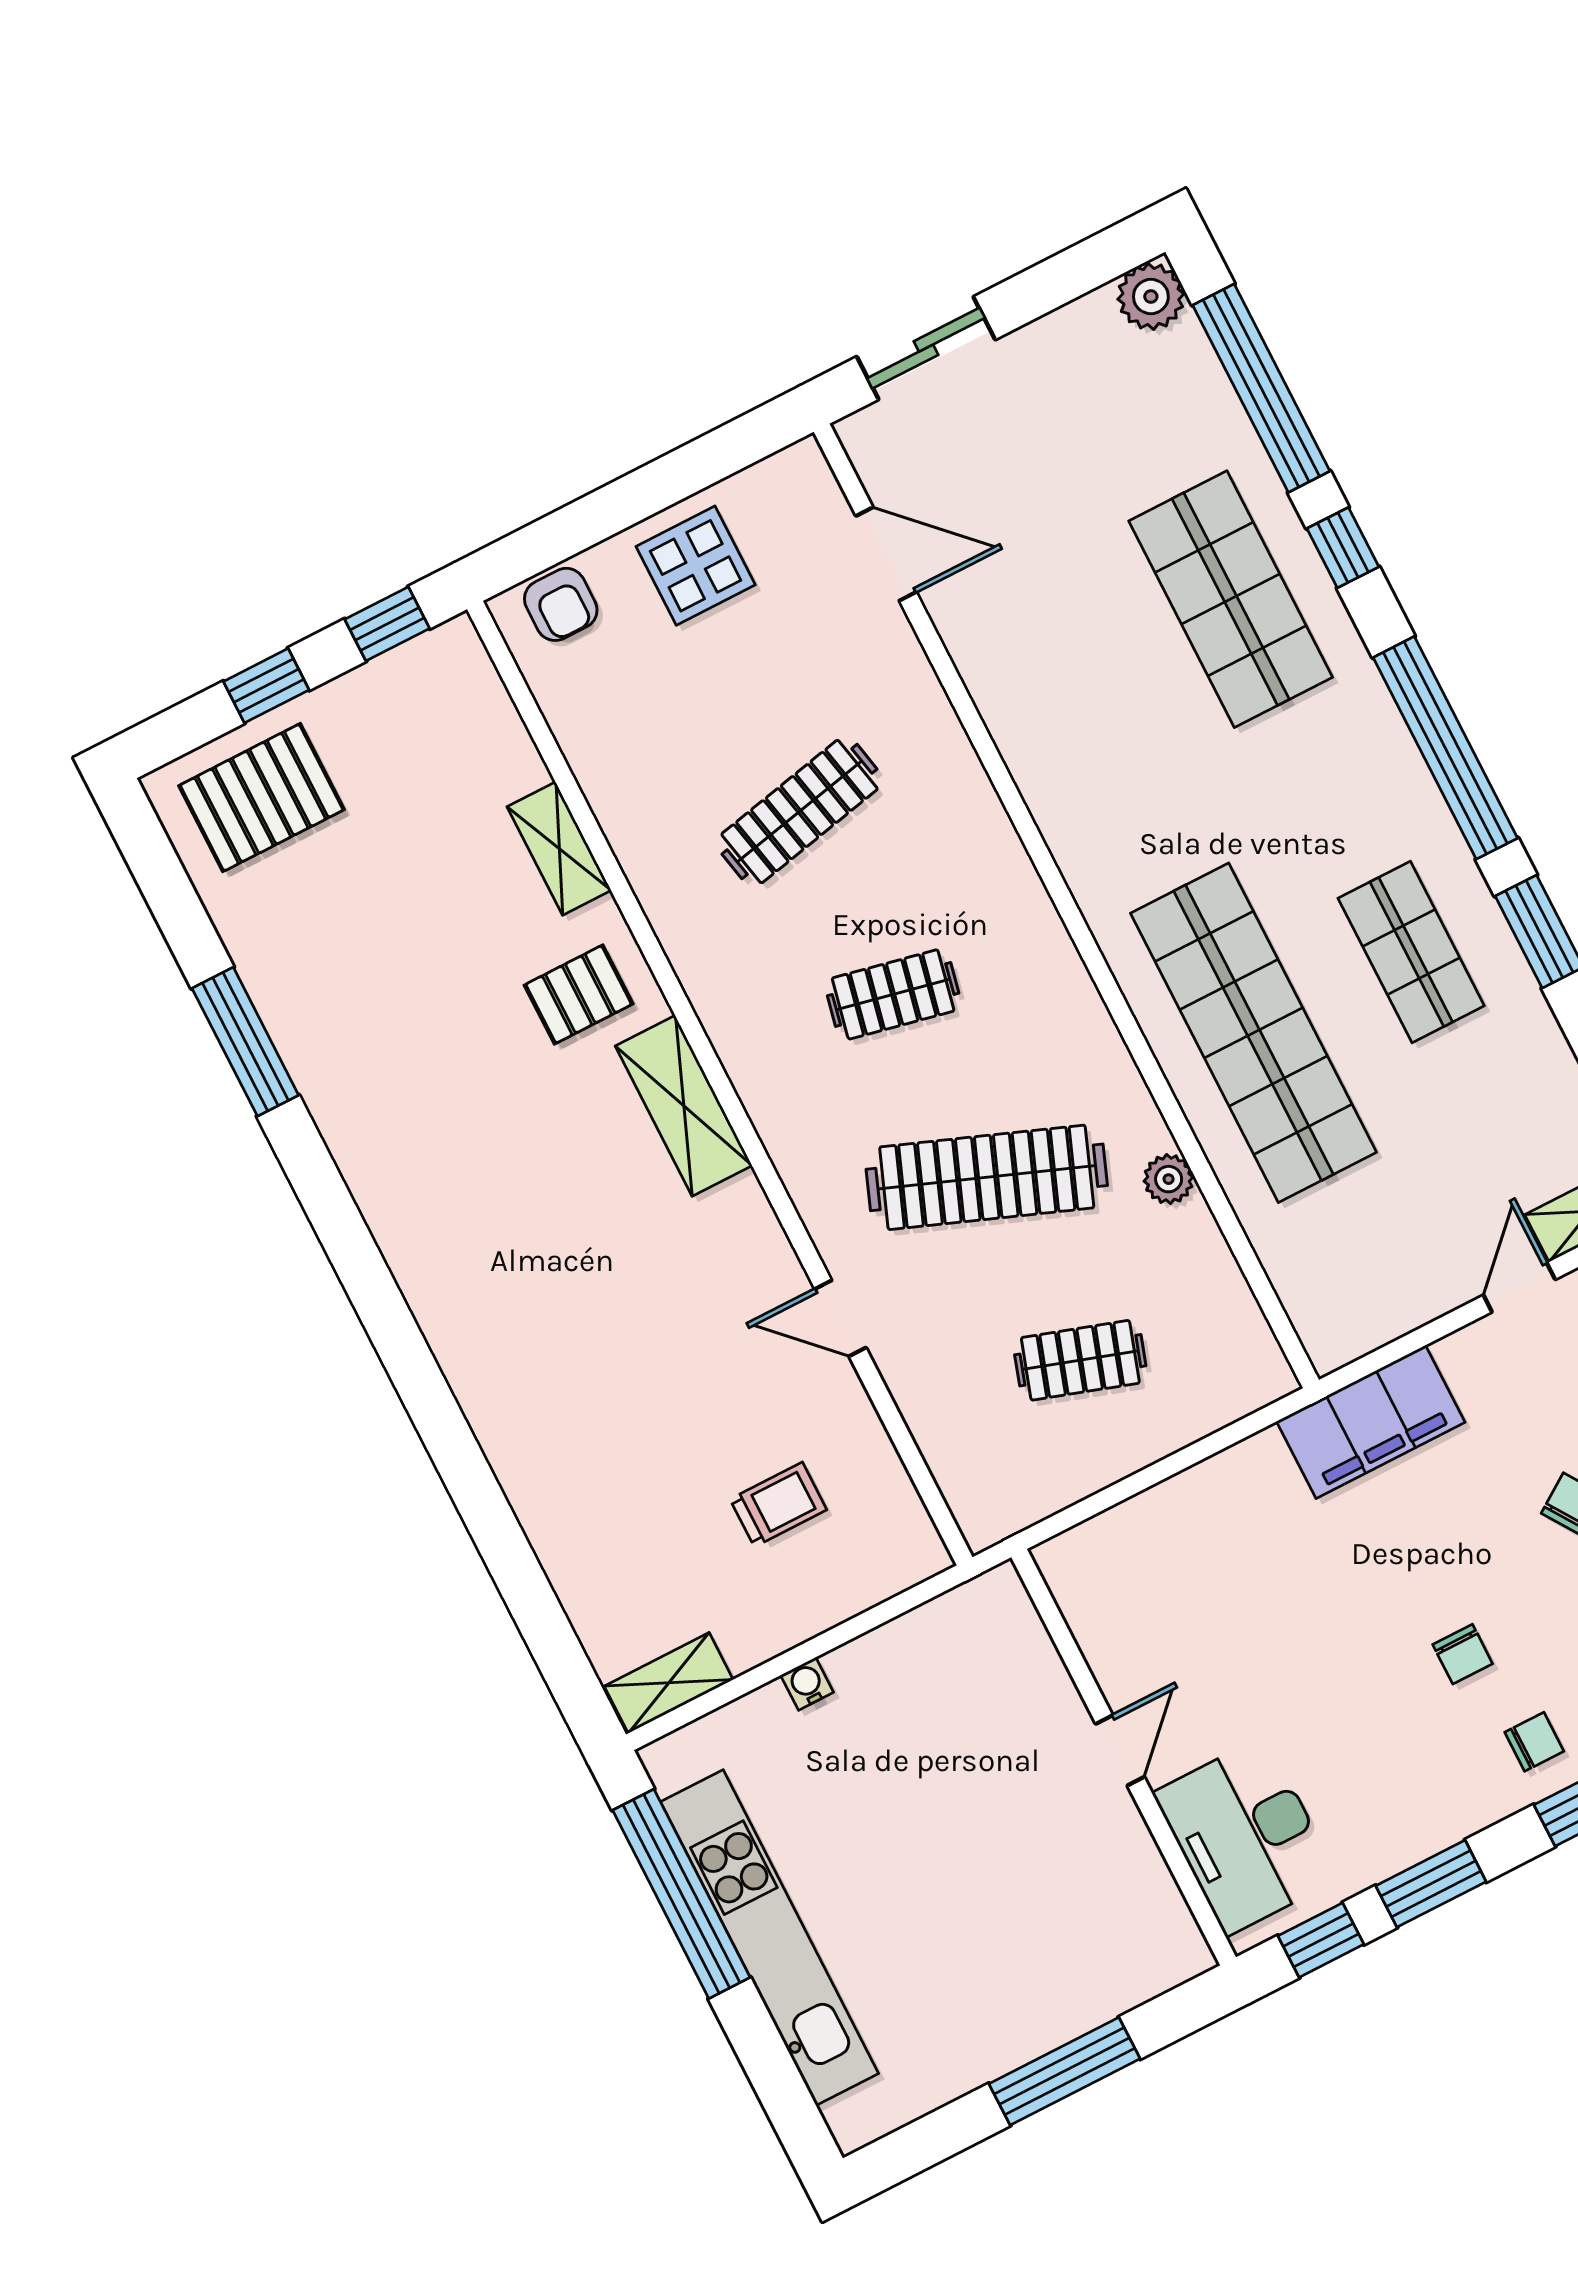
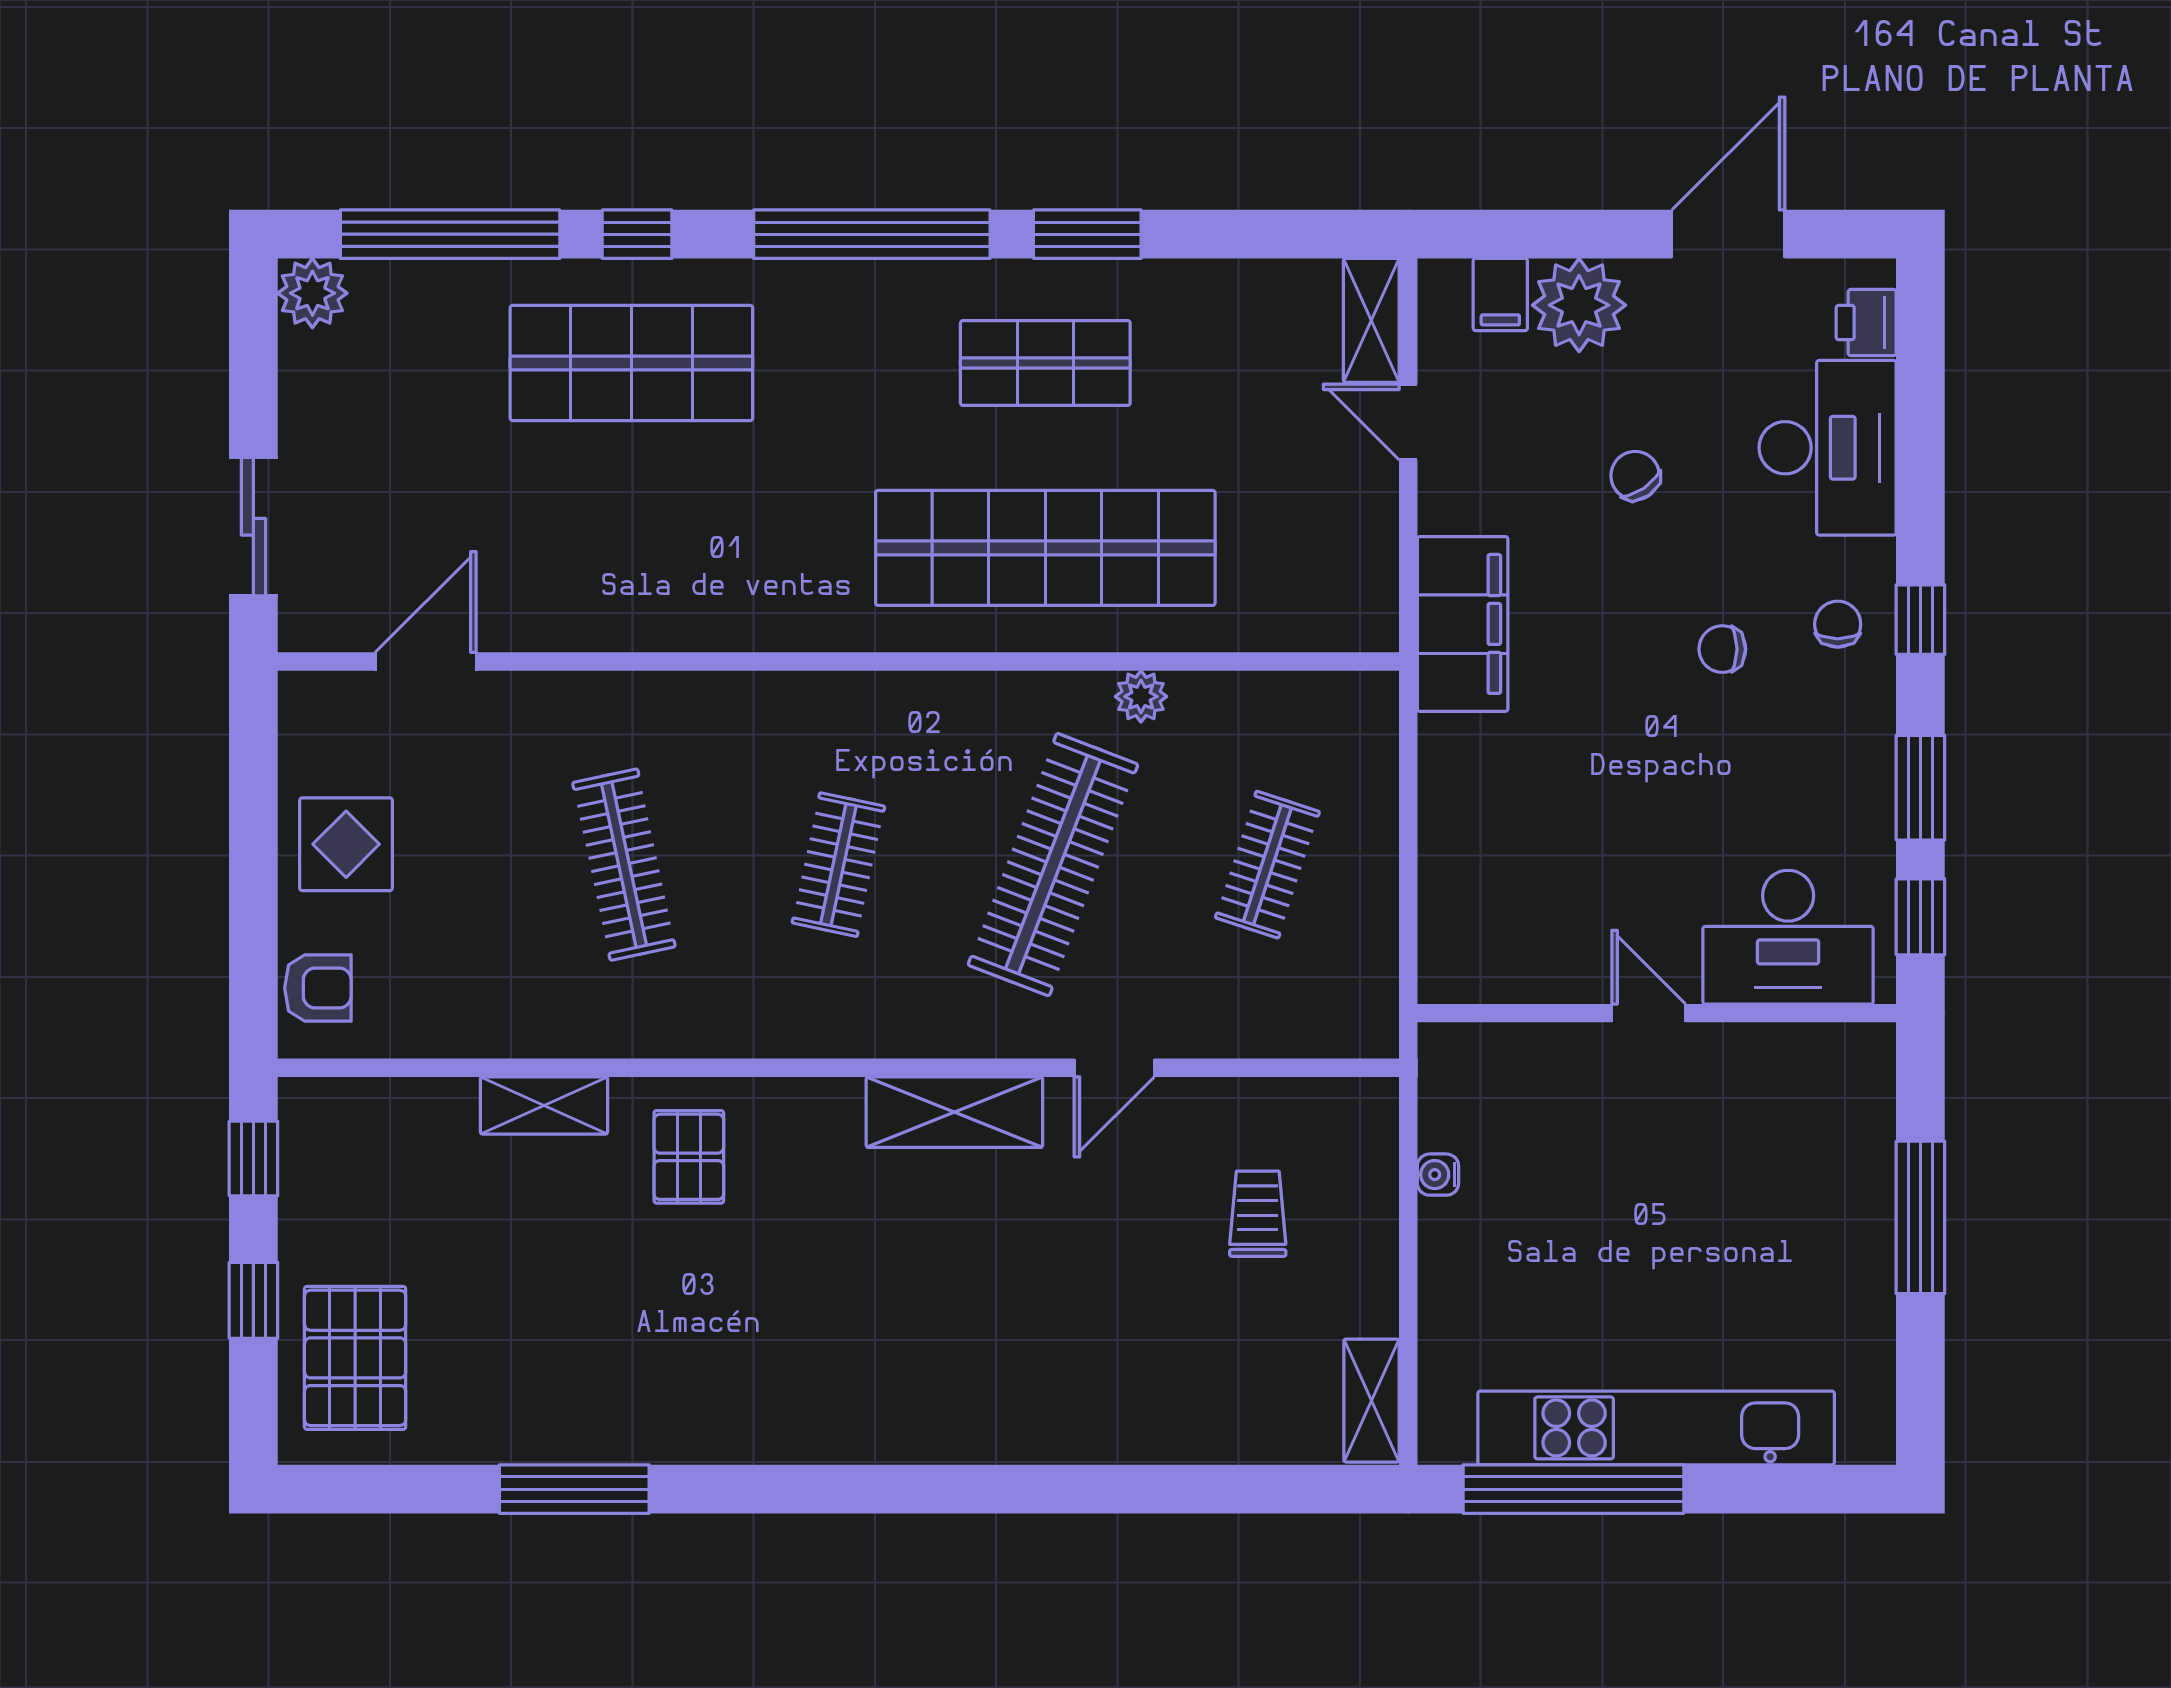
shelving: (684, 1106) -> (954, 1112), moved
chair: (1463, 1654) -> (1722, 649), turned 180
water cooler: (807, 1684) -> (1438, 1175), moved

